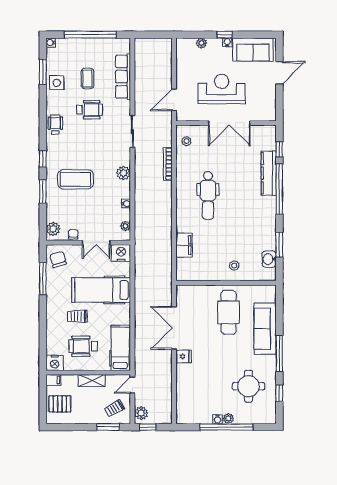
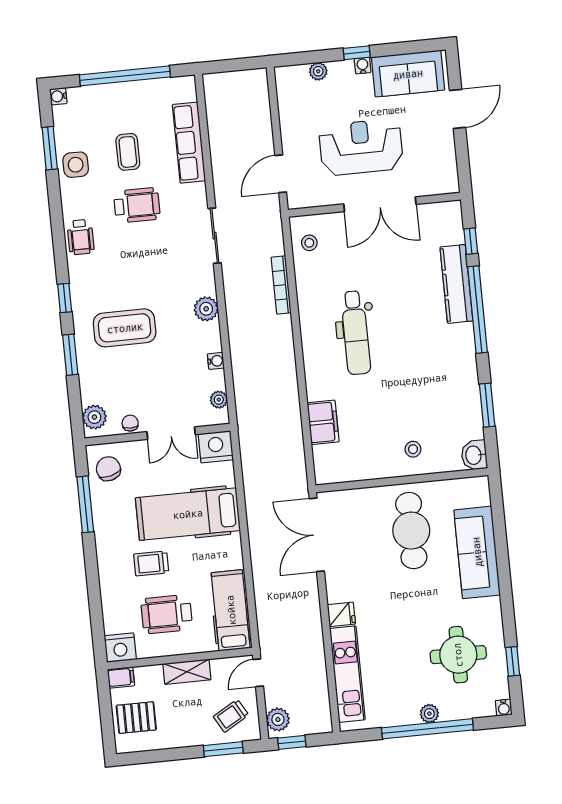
wheelchair: (55, 125) -> (81, 237), turned 180
washbasin: (269, 259) -> (474, 455), moved
double door: (174, 328) -> (317, 535), moved
window: (279, 354) -> (506, 593), removed
kitchen unit: (184, 391) -> (347, 674), added
water cooler: (217, 419) -> (504, 708), moved

